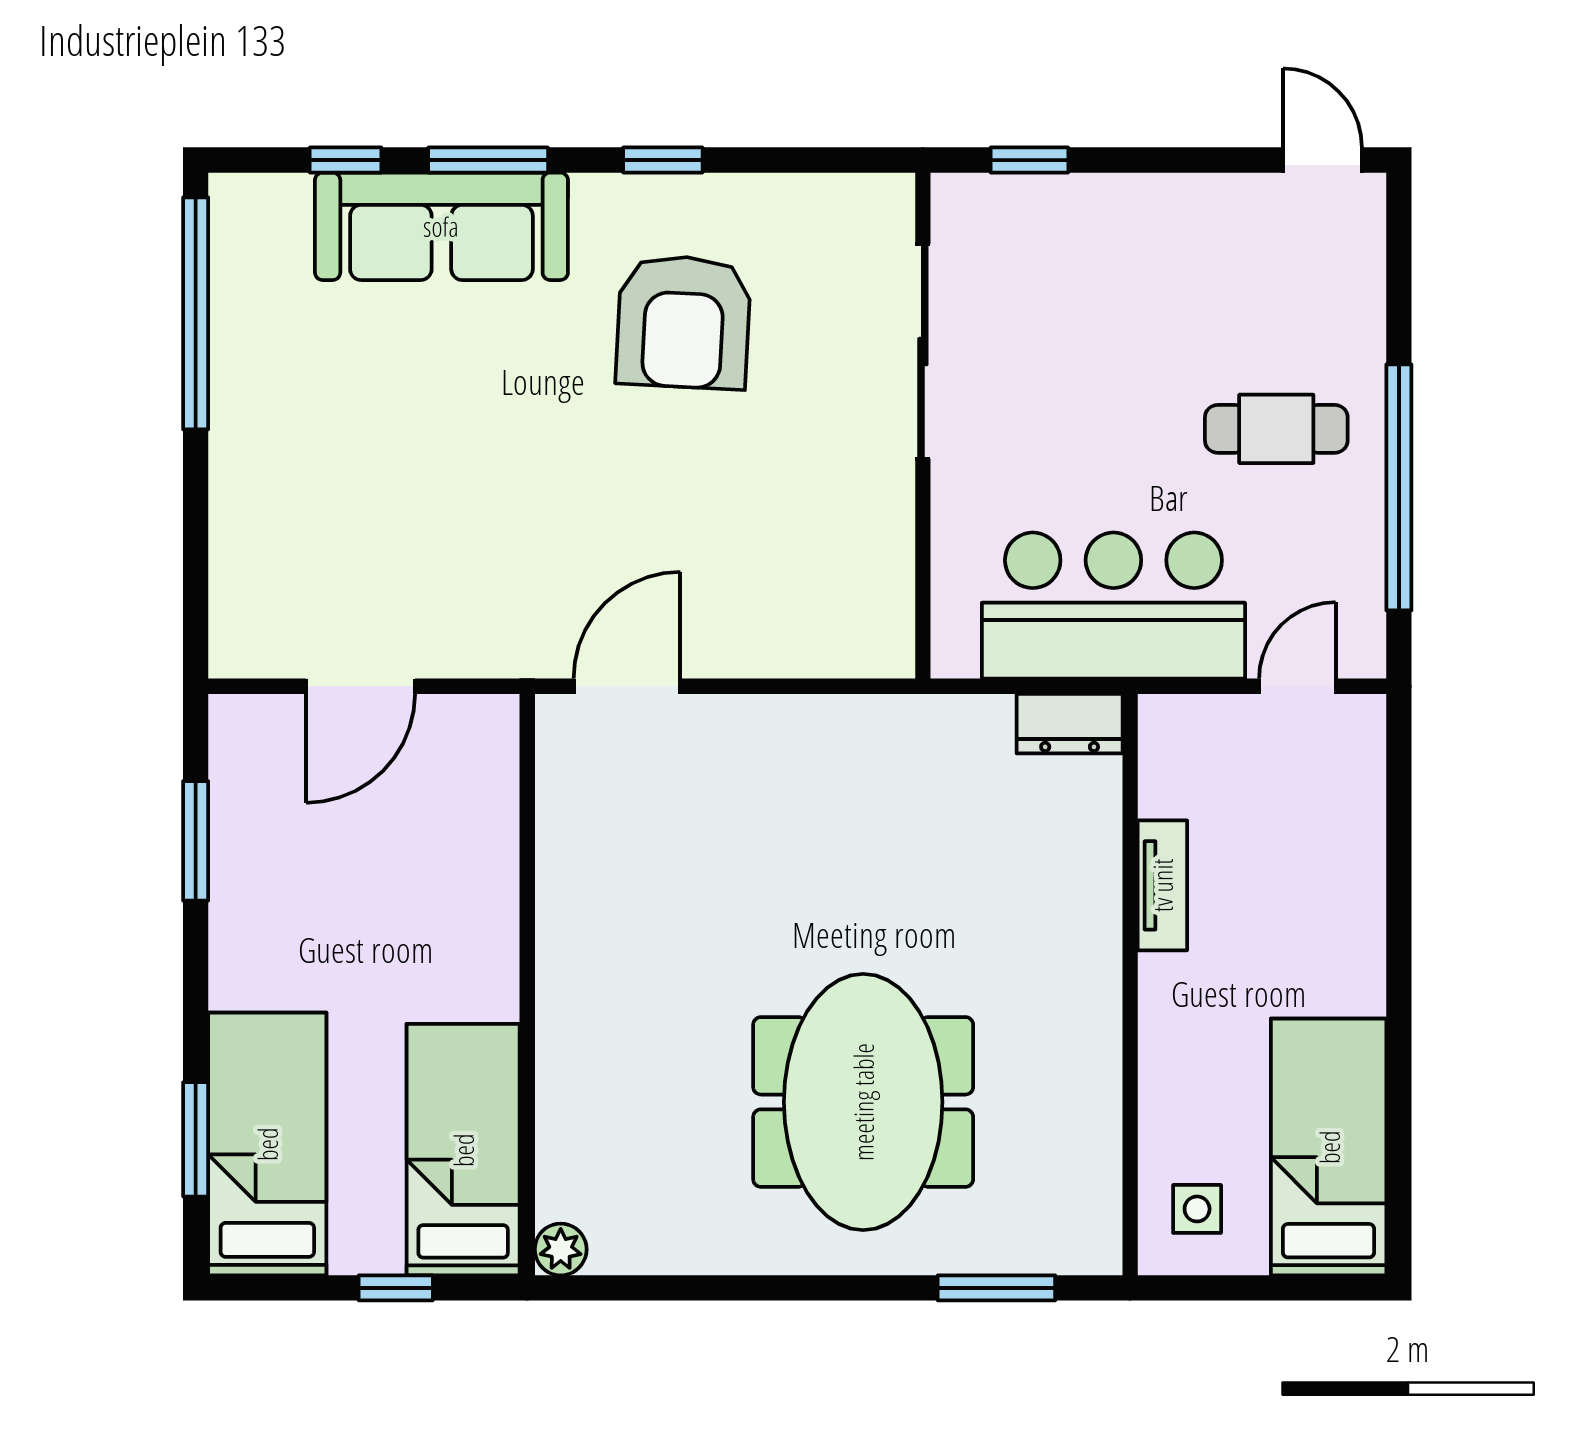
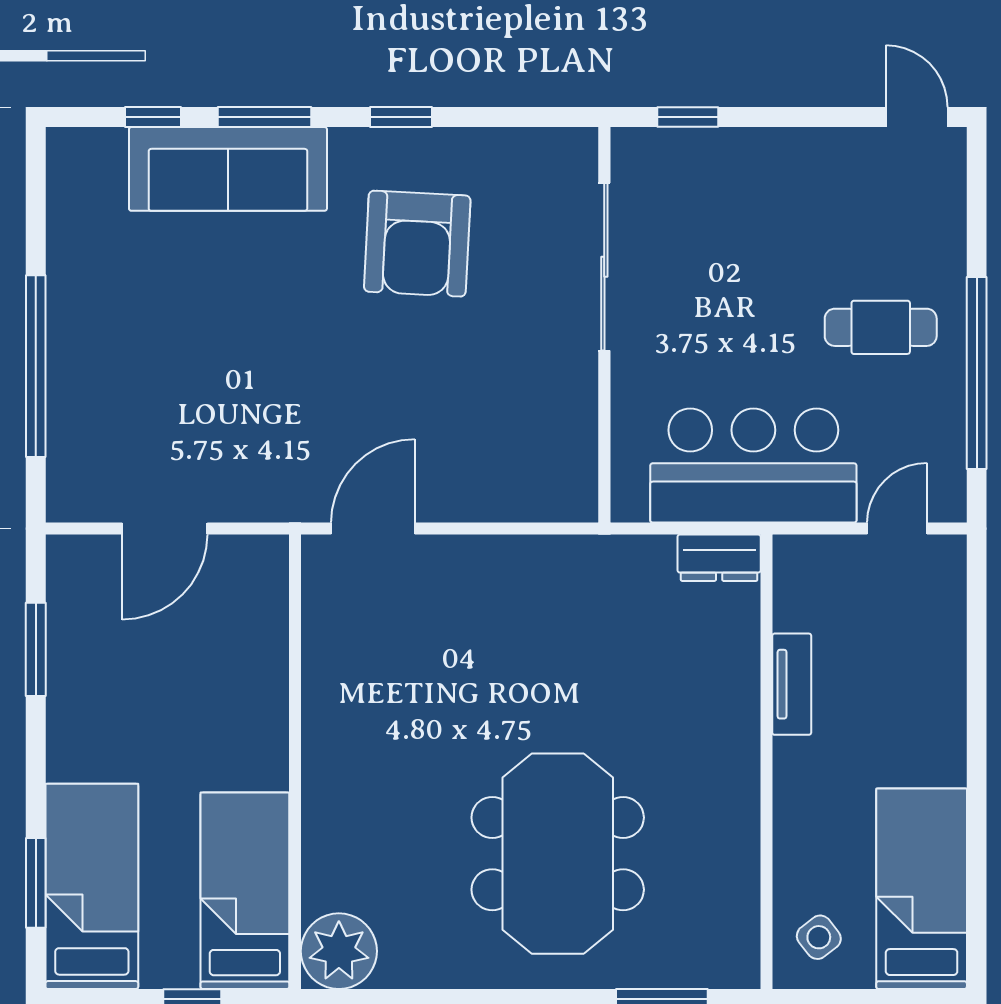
window: (196, 313) -> (36, 366), moved
side table: (1197, 1209) -> (819, 937), turned -38
plant: (561, 1249) -> (339, 951), width x1.88, depth x1.88

